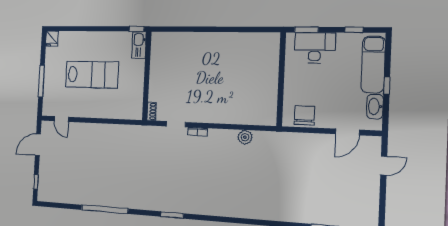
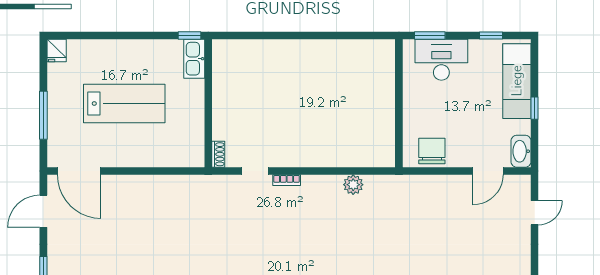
washbasin: (375, 107) -> (521, 151), moved
door: (61, 119) -> (79, 171), width x1.87

